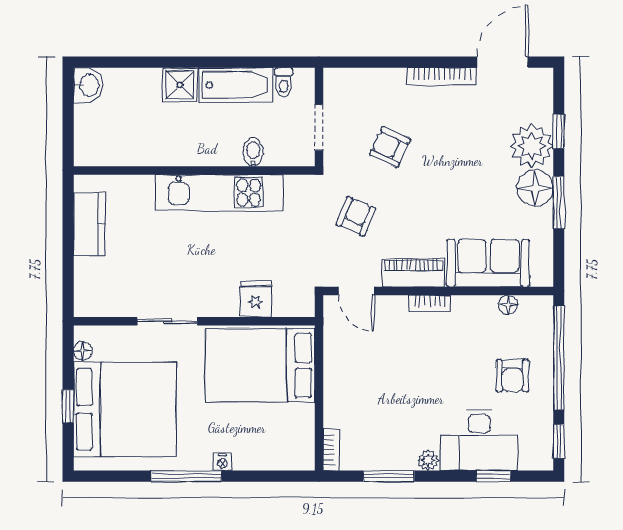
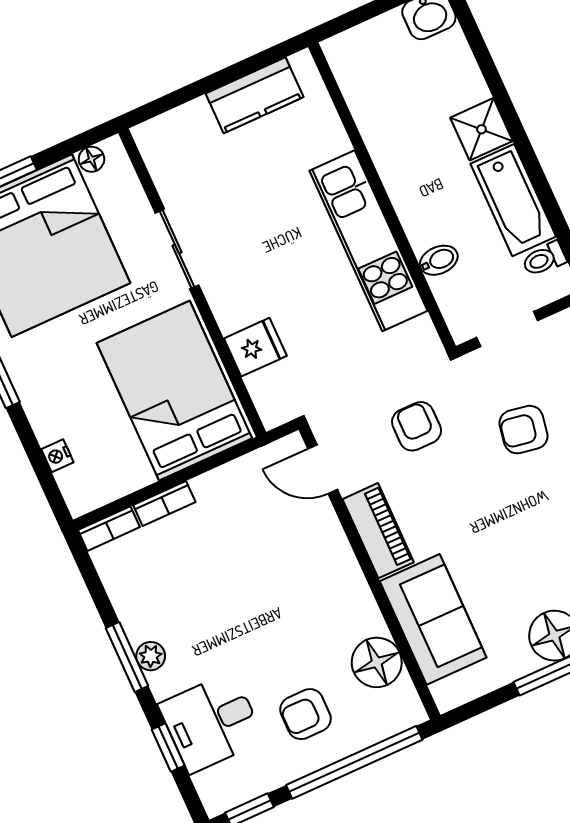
armchair: (390, 147) -> (524, 430), turned -105
armchair: (356, 216) -> (417, 426), turned -113
door: (356, 291) -> (323, 469), hinge flipped
bookcase: (430, 304) -> (164, 503), moved, turned -90
floor lamp: (508, 305) -> (377, 662), width x1.89, depth x1.89
desk: (479, 440) -> (211, 722), width x0.73
nightstand: (222, 462) -> (57, 456), moved
window: (389, 476) -> (127, 657), moved

